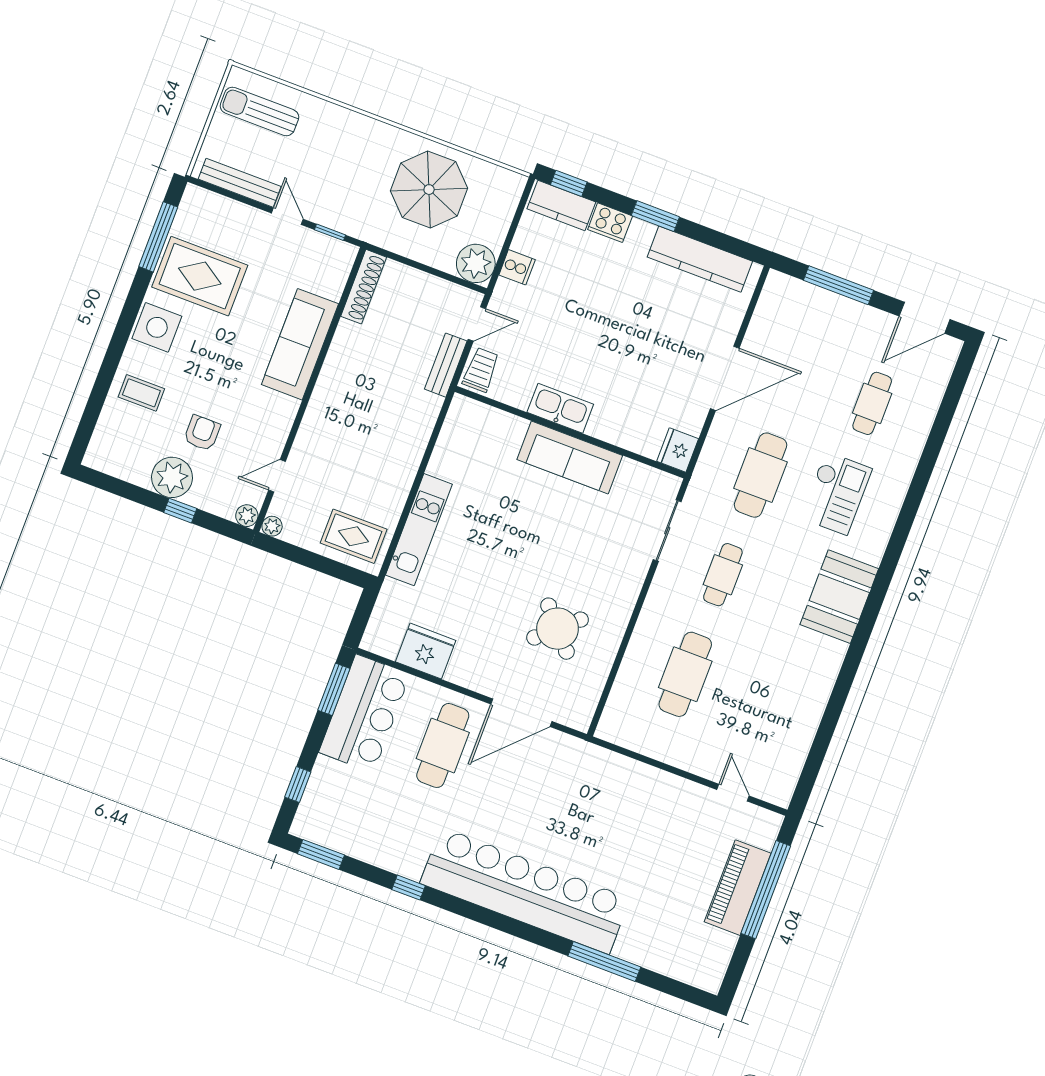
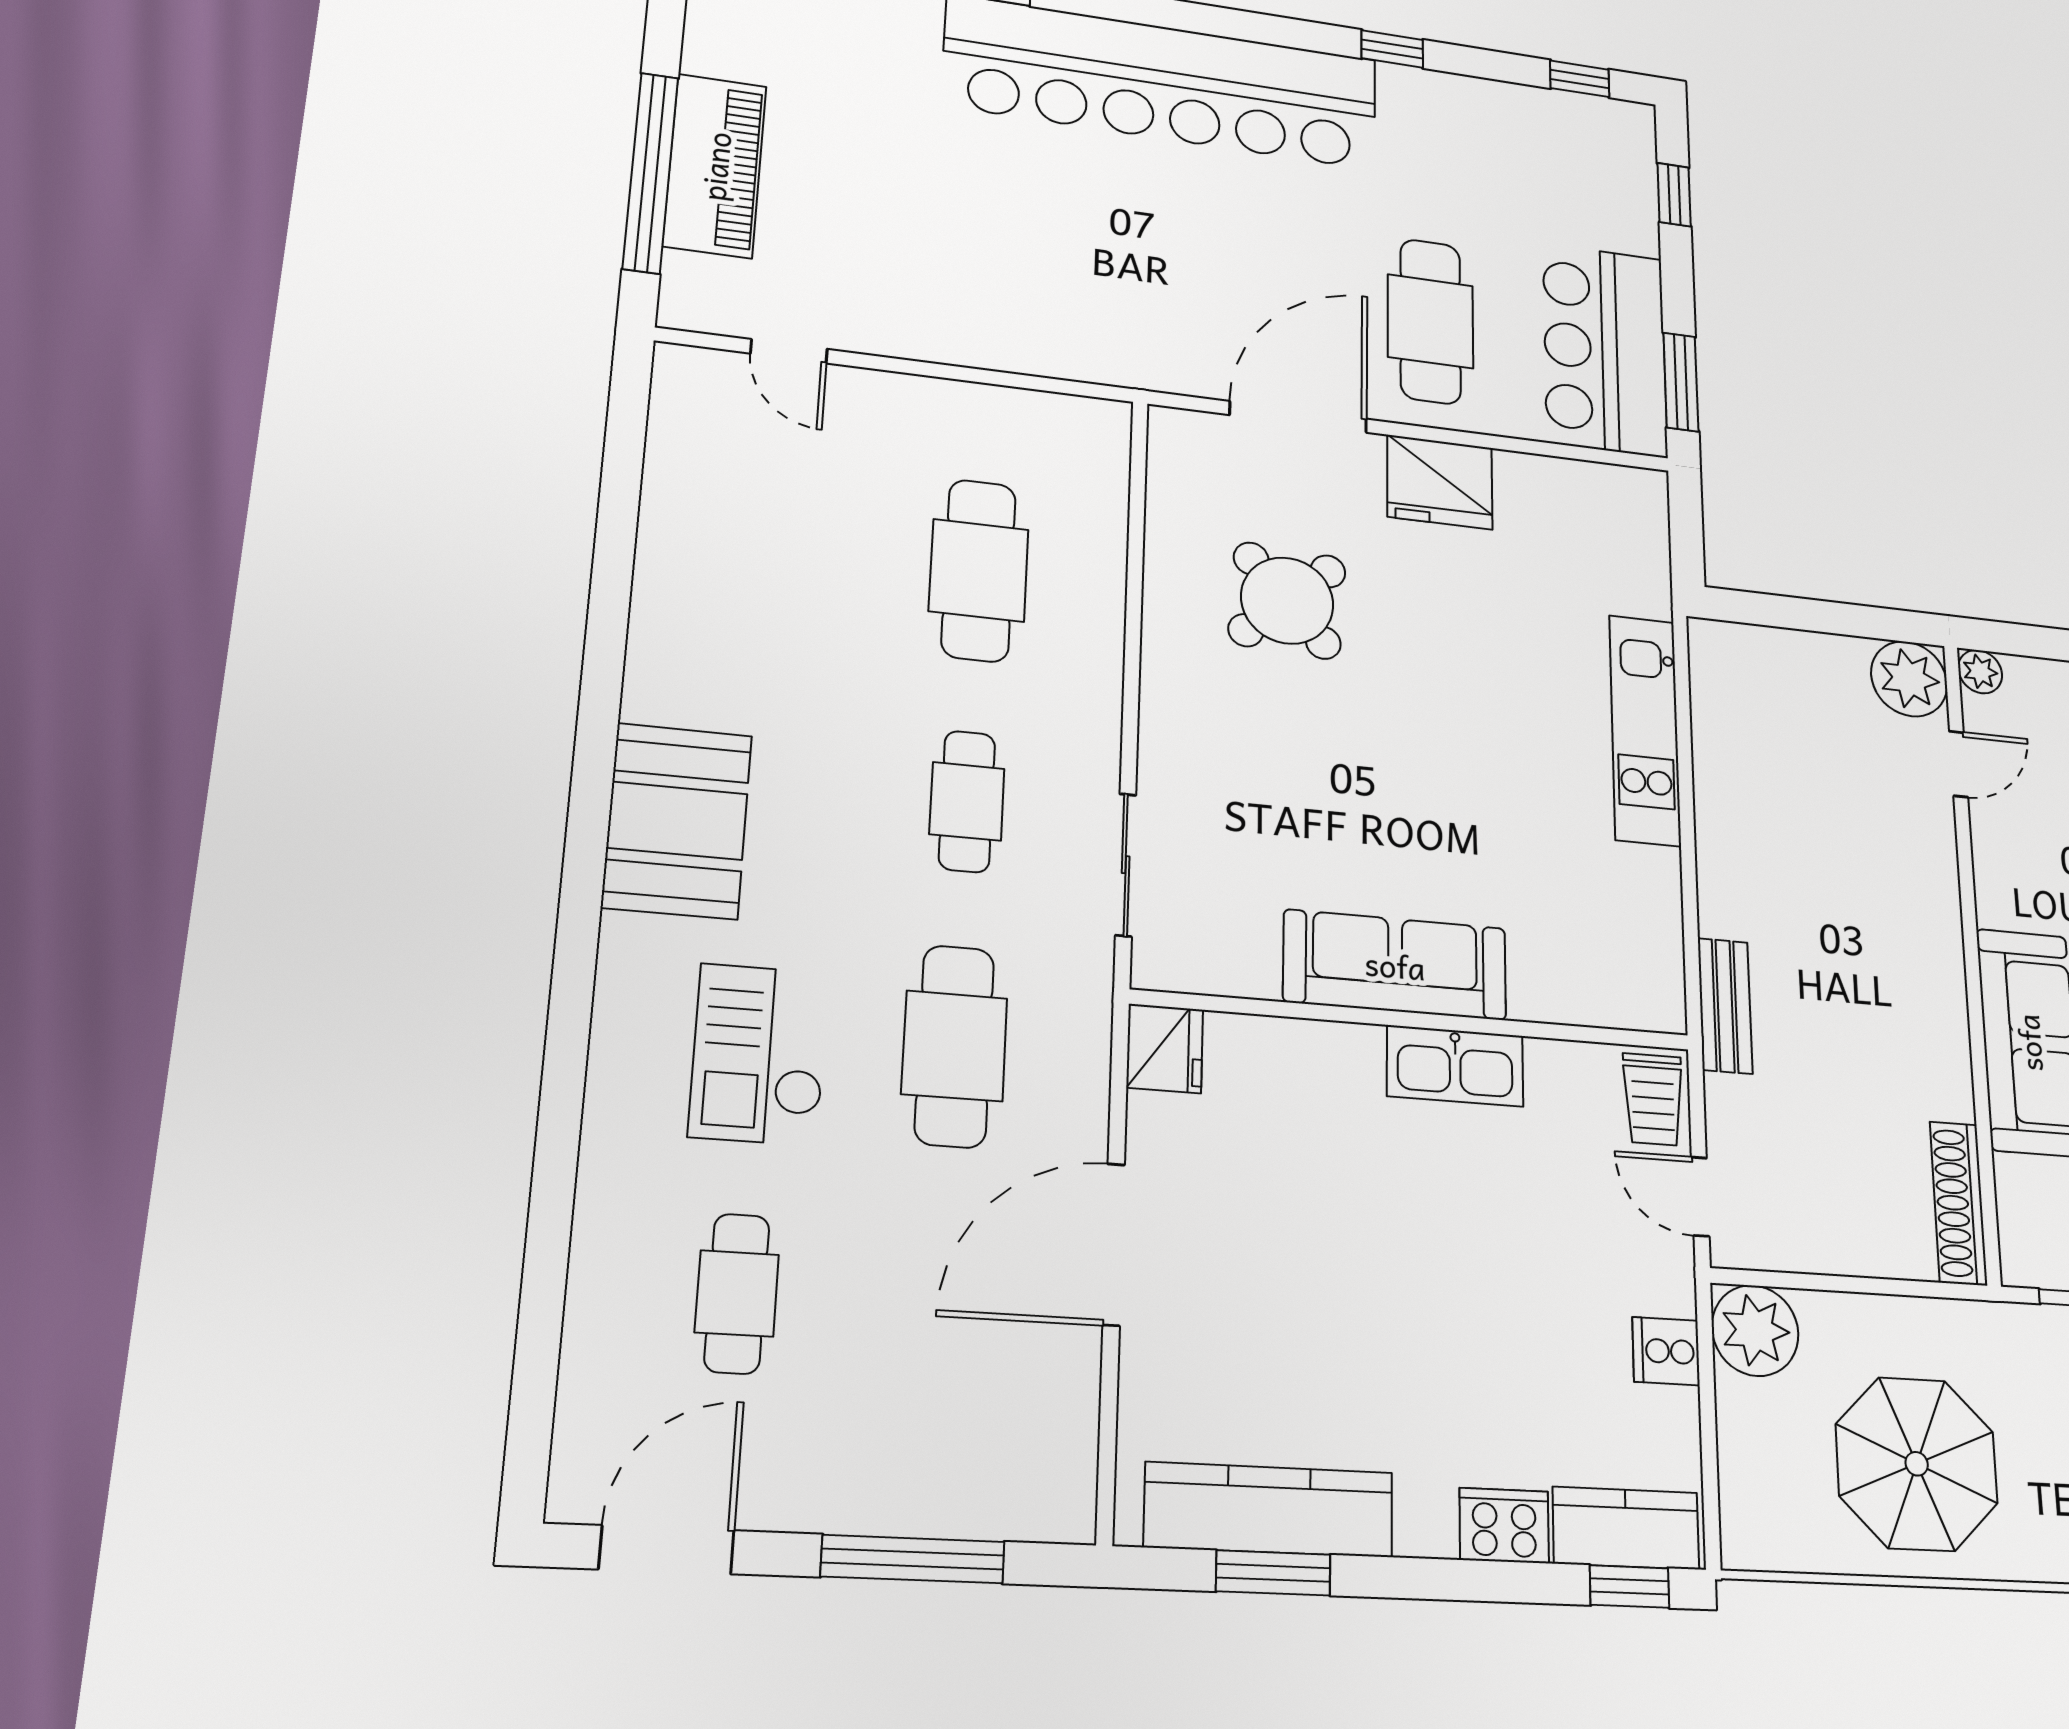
window: (655, 216) -> (1273, 1573), moved
door: (477, 324) -> (1700, 1197), hinge flipped
bench: (446, 365) -> (1725, 1006), moved
plant: (272, 526) -> (1909, 679), width x1.88, depth x1.88
rug: (354, 536) -> (1766, 684), removed
fridge: (426, 651) -> (1440, 482), moved
window: (321, 854) -> (1580, 79), width x0.67

